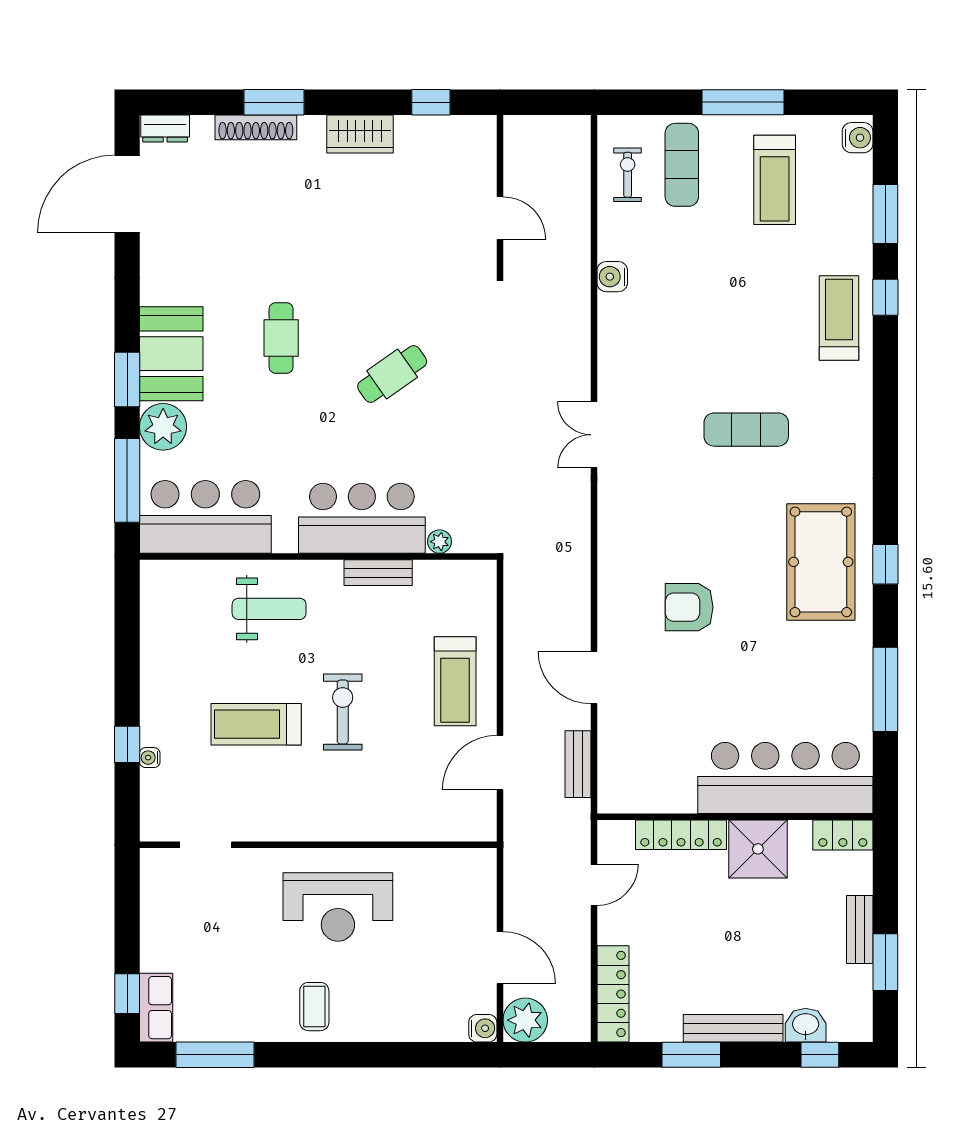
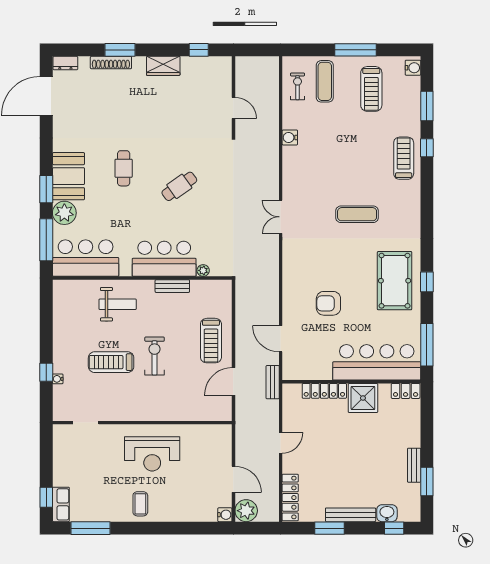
bar counter: (785, 778) -> (377, 362), moved
wall: (735, 817) -> (351, 382), moved
locker: (681, 835) -> (324, 391), moved
locker: (843, 835) -> (406, 391), moved
shower: (758, 849) -> (363, 398), moved

